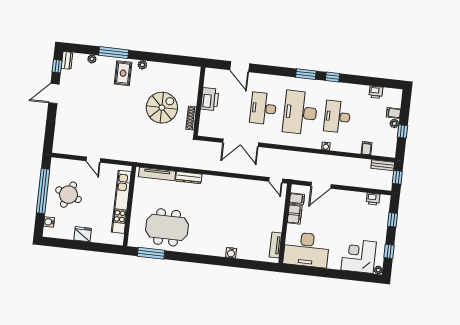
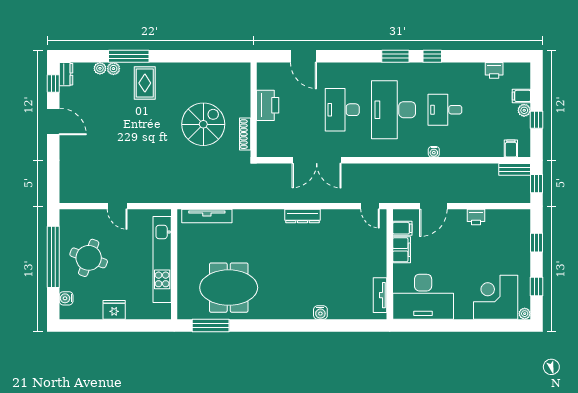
plant: (142, 65) -> (113, 69), moved
door: (54, 93) -> (53, 121), swing flipped
desk: (337, 117) -> (445, 110), width x0.73
filing cabinet: (367, 148) -> (511, 148), moved
dresser: (189, 178) -> (302, 216), moved
printer: (373, 199) -> (476, 217), moved

